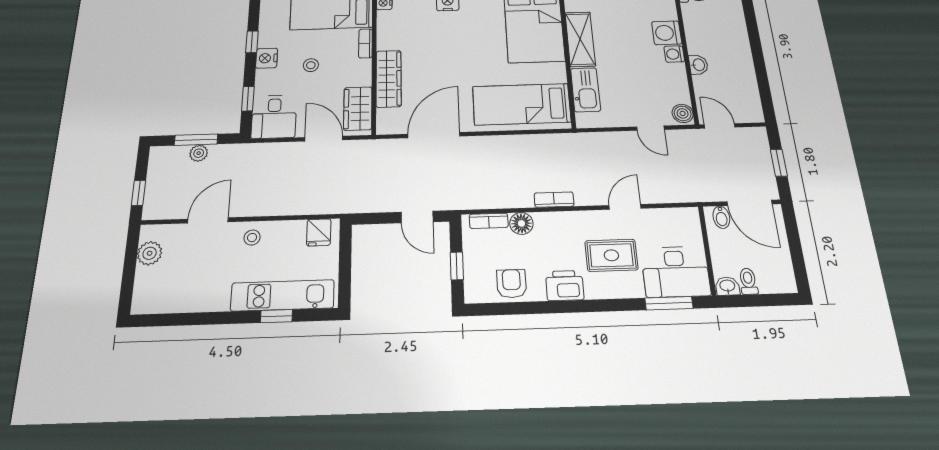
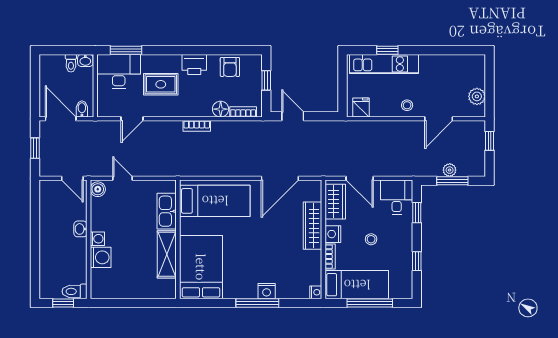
nightstand: (267, 58) -> (333, 234), moved, turned 180
door: (625, 207) -> (132, 119), moved

